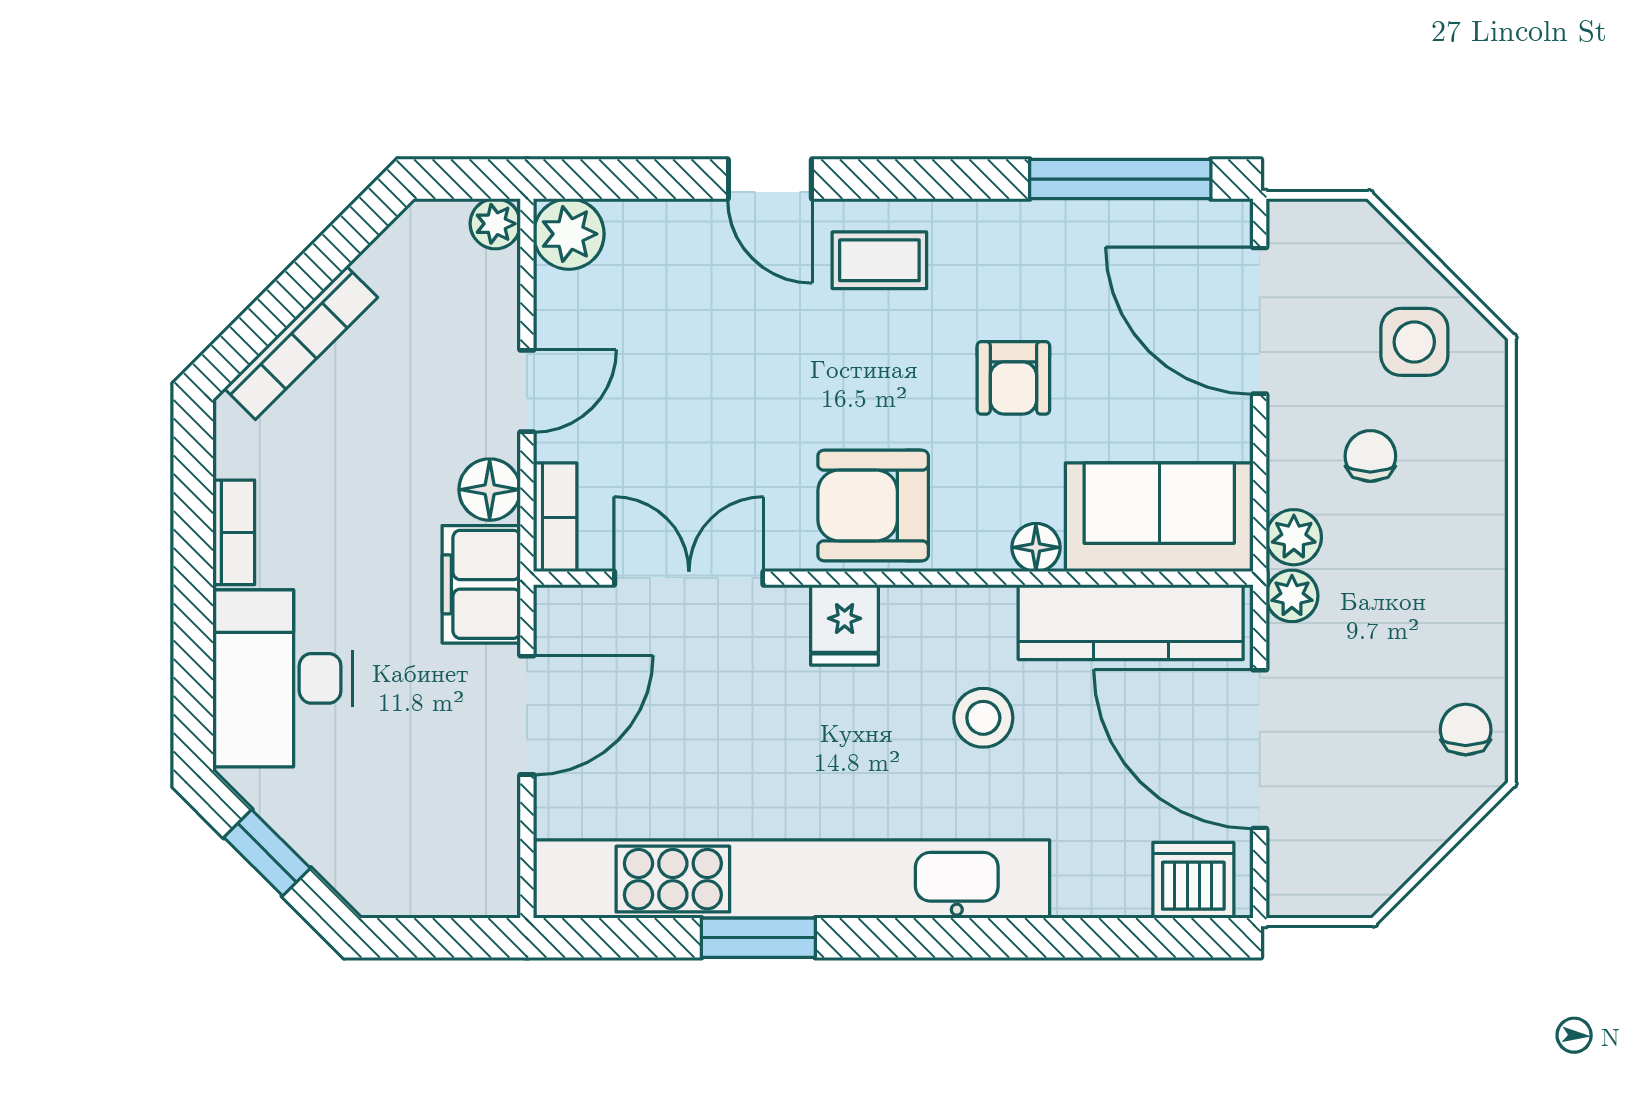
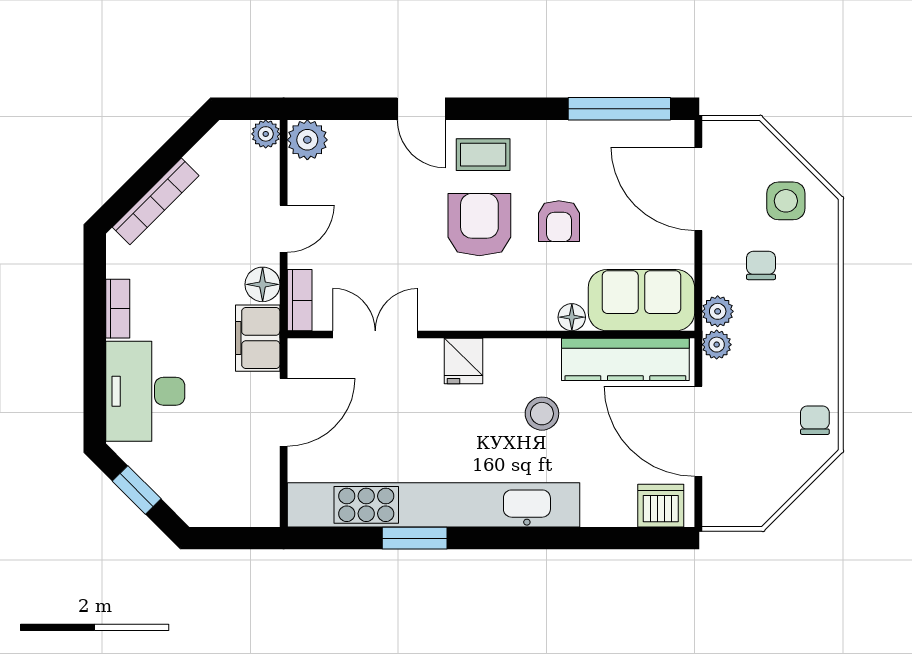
armchair: (873, 506) -> (479, 225), moved, turned 90

